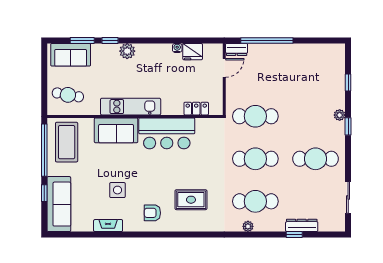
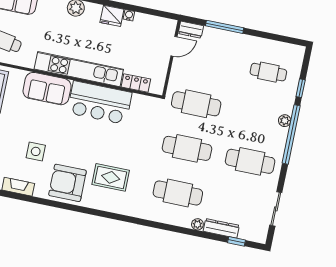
window: (267, 40) -> (225, 27), width x0.68
fridge: (193, 52) -> (112, 16), moved
cafe table: (316, 74) -> (268, 72), added
kitchen unit: (131, 107) -> (79, 69), width x1.36
window: (348, 126) -> (291, 134), width x3.17
armchair: (152, 213) -> (67, 183), width x1.88, depth x1.88
plant: (248, 226) -> (197, 224), moved
window: (294, 235) -> (236, 241), moved

